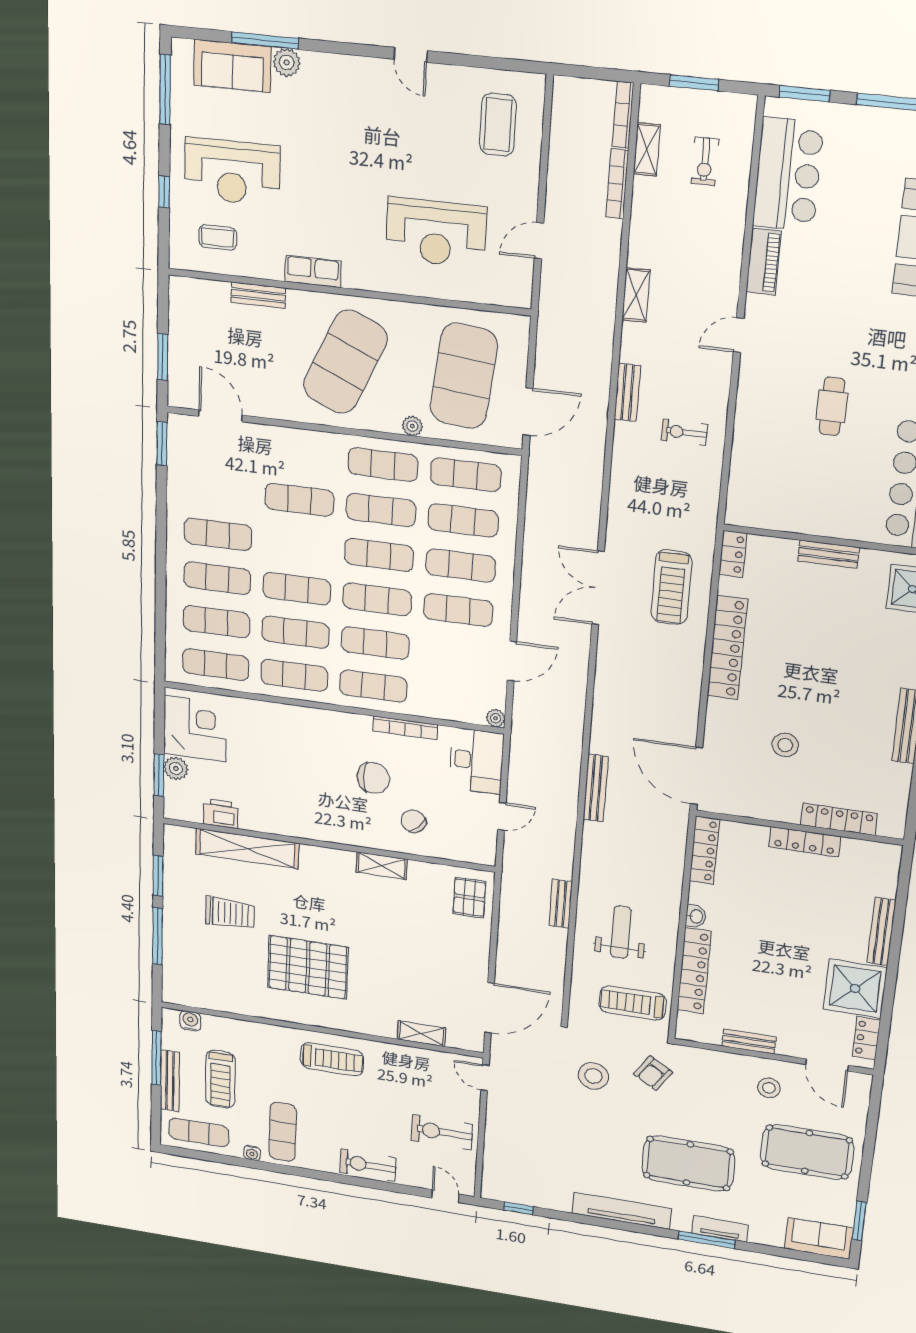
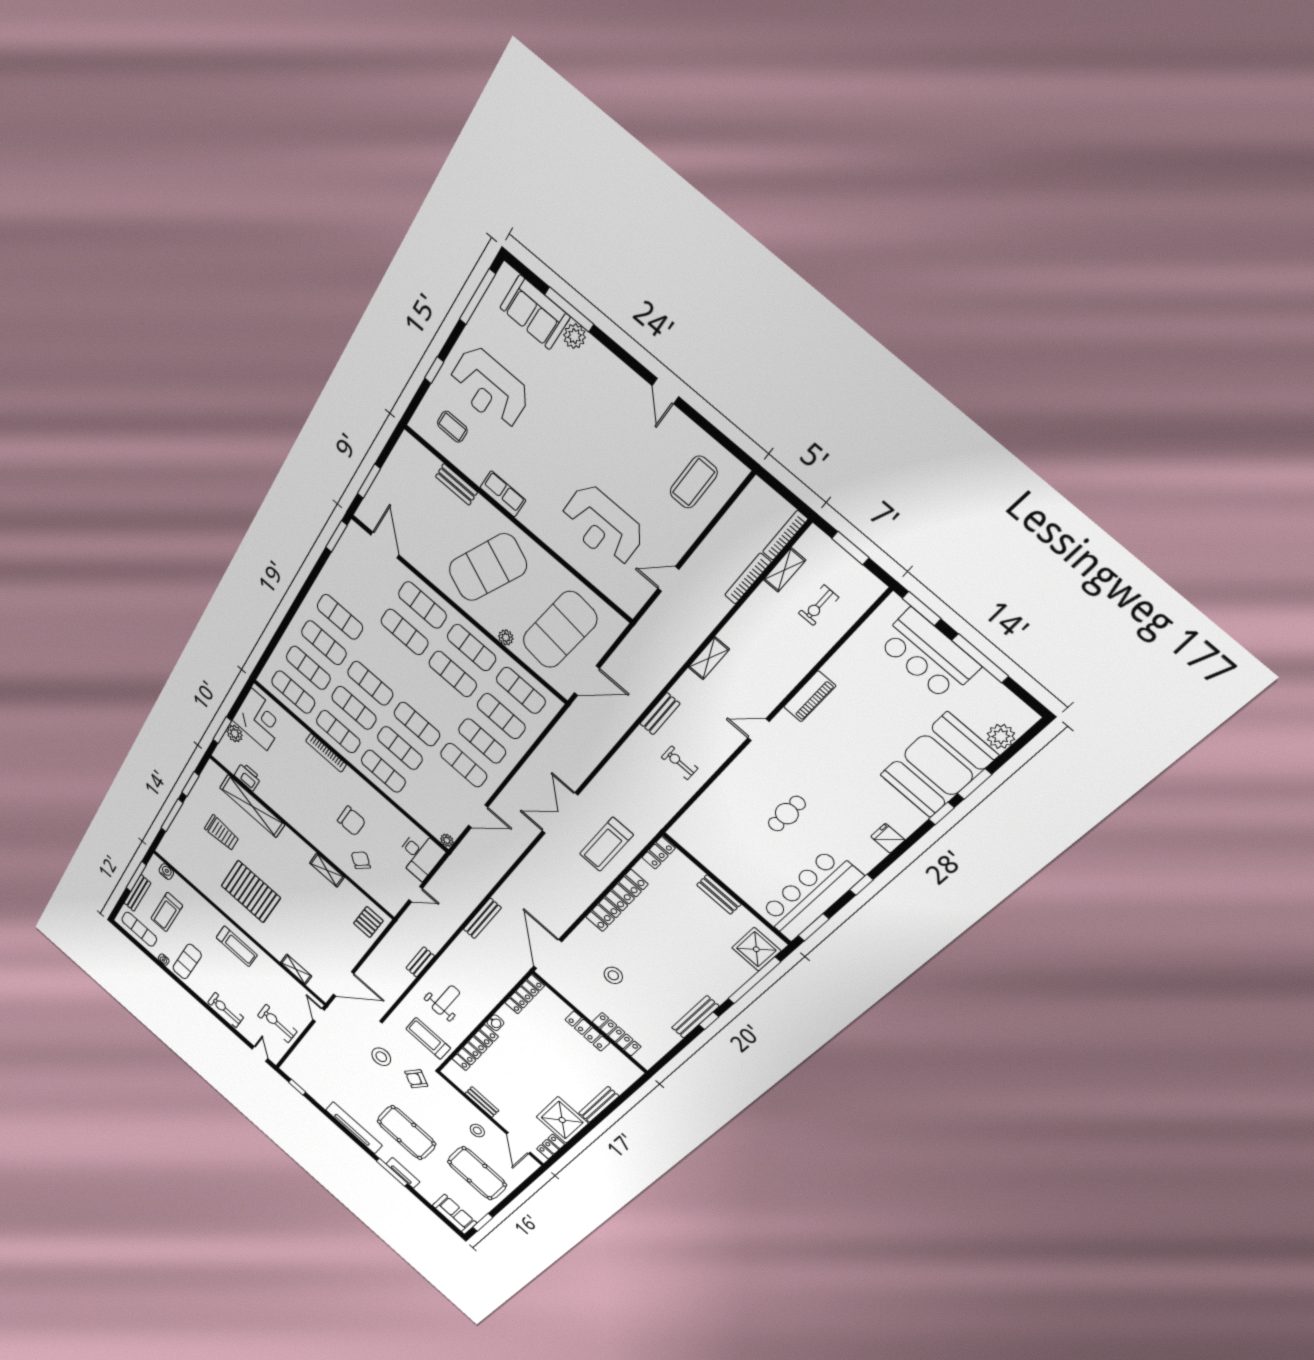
bar counter: (788, 175) -> (928, 655), moved, turned 90
exercise mat: (379, 555) -> (422, 605), moved
bookcase: (405, 728) -> (326, 753), moved

